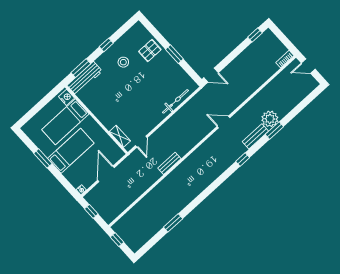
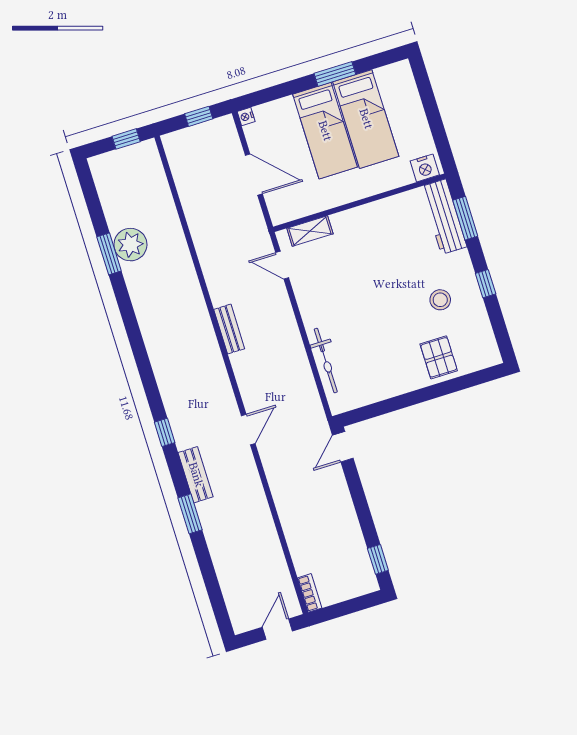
window: (174, 54) -> (412, 398), removed
plant: (270, 119) -> (130, 245), moved
bed: (65, 122) -> (366, 119), moved, turned 180
bench: (169, 163) -> (229, 329), moved

